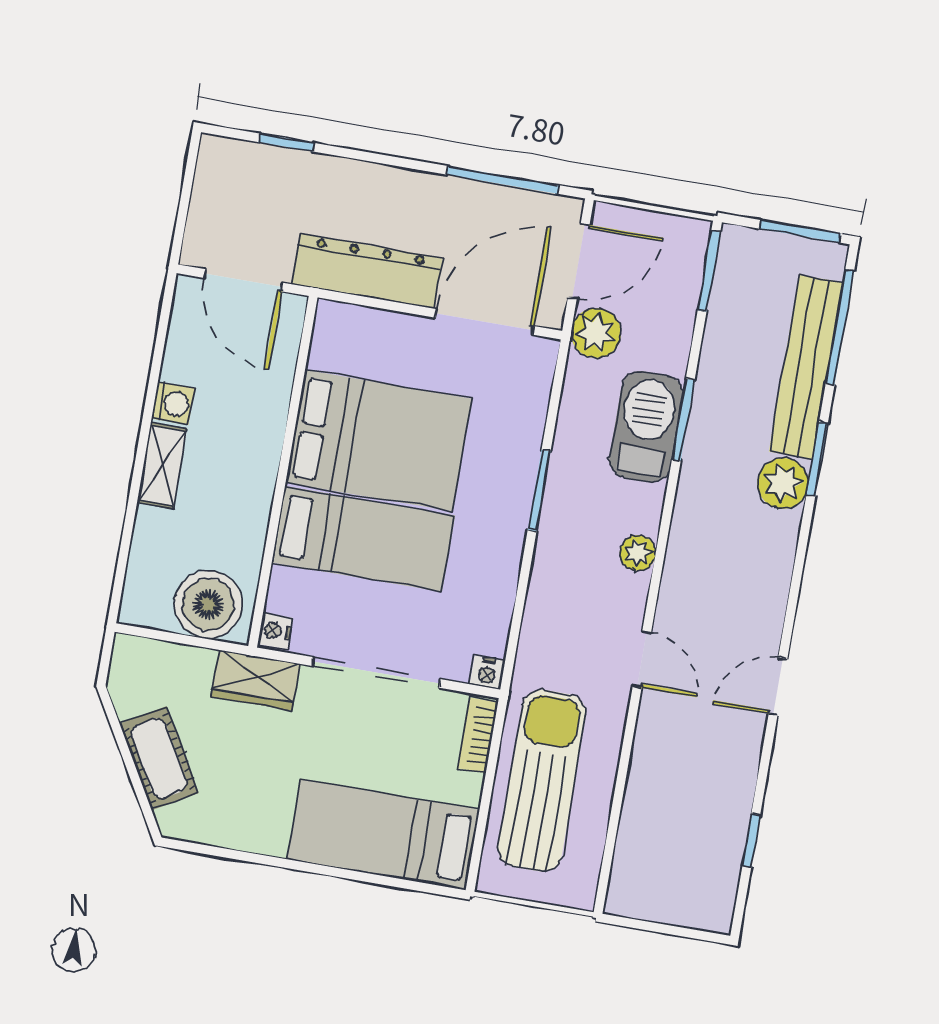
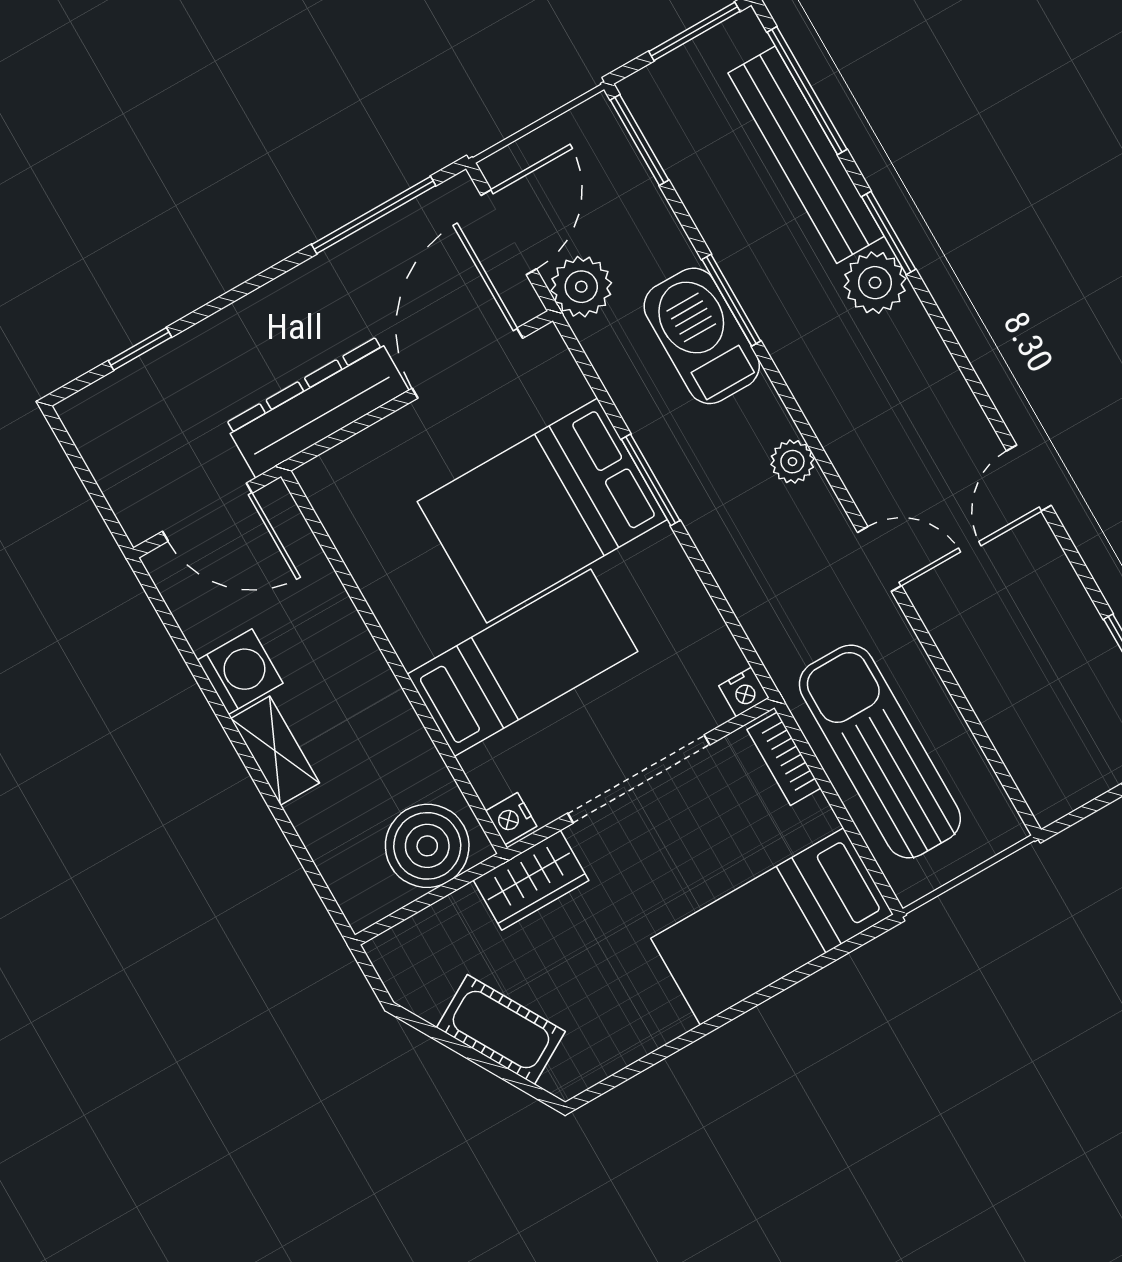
washing machine: (173, 403) -> (240, 672), width x1.38, depth x1.38
bed: (379, 441) -> (542, 511), moved, turned 180

